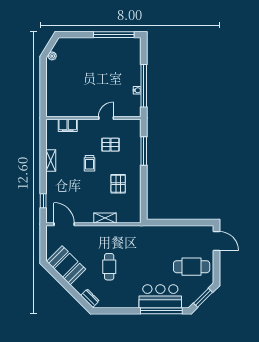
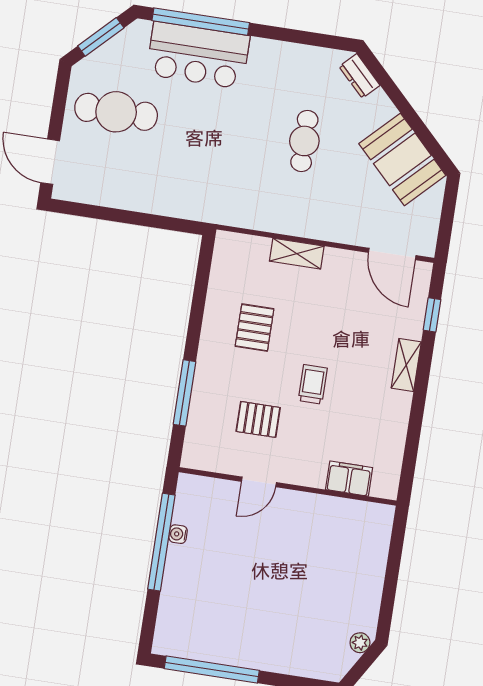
shelving: (51, 160) -> (406, 365), moved

